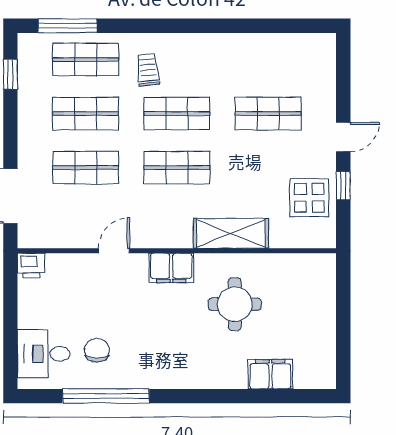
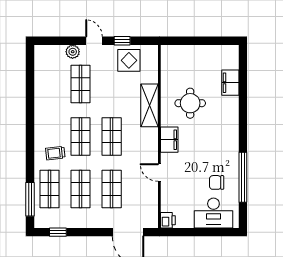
plant: (324, 100) -> (73, 52), added
desk: (44, 354) -> (213, 213), width x1.37

